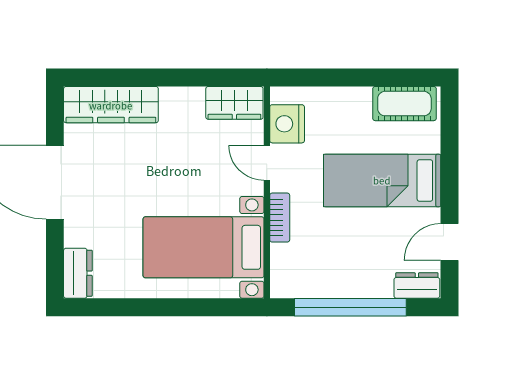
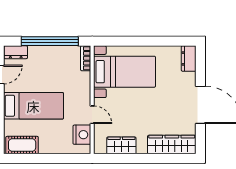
wardrobe: (234, 103) -> (121, 145), moved
bookcase: (280, 218) -> (86, 58), moved

